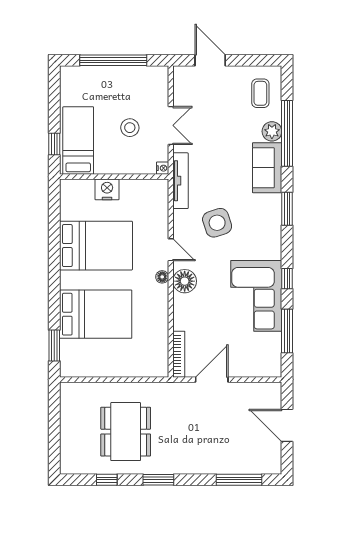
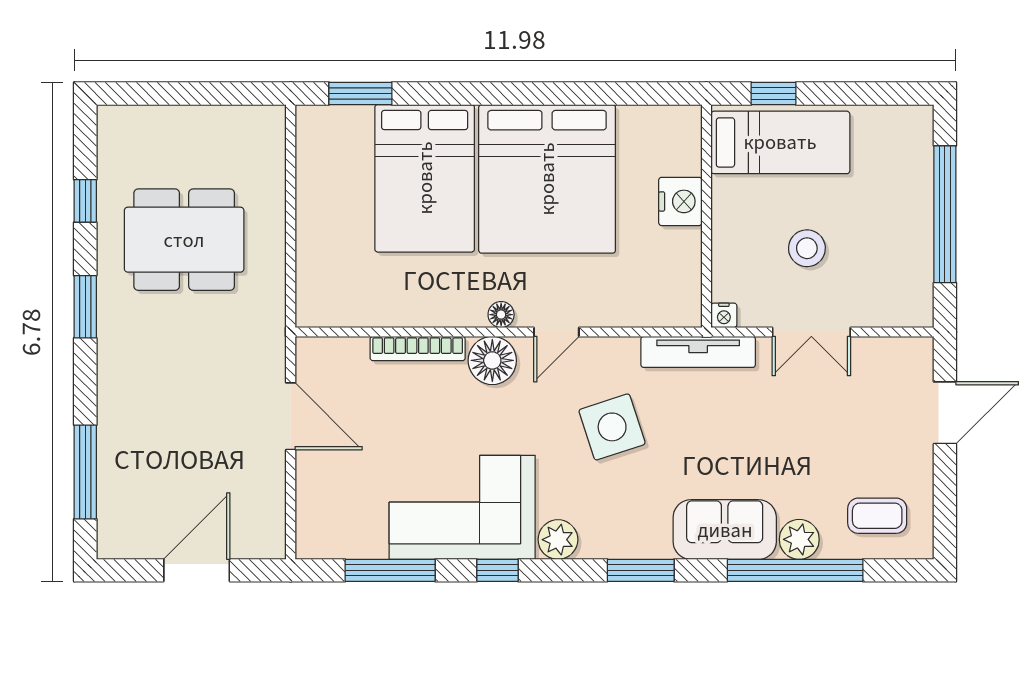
bed: (96, 246) -> (547, 179), width x1.36
plant: (272, 249) -> (558, 540), added
bookcase: (179, 354) -> (418, 349), moved

